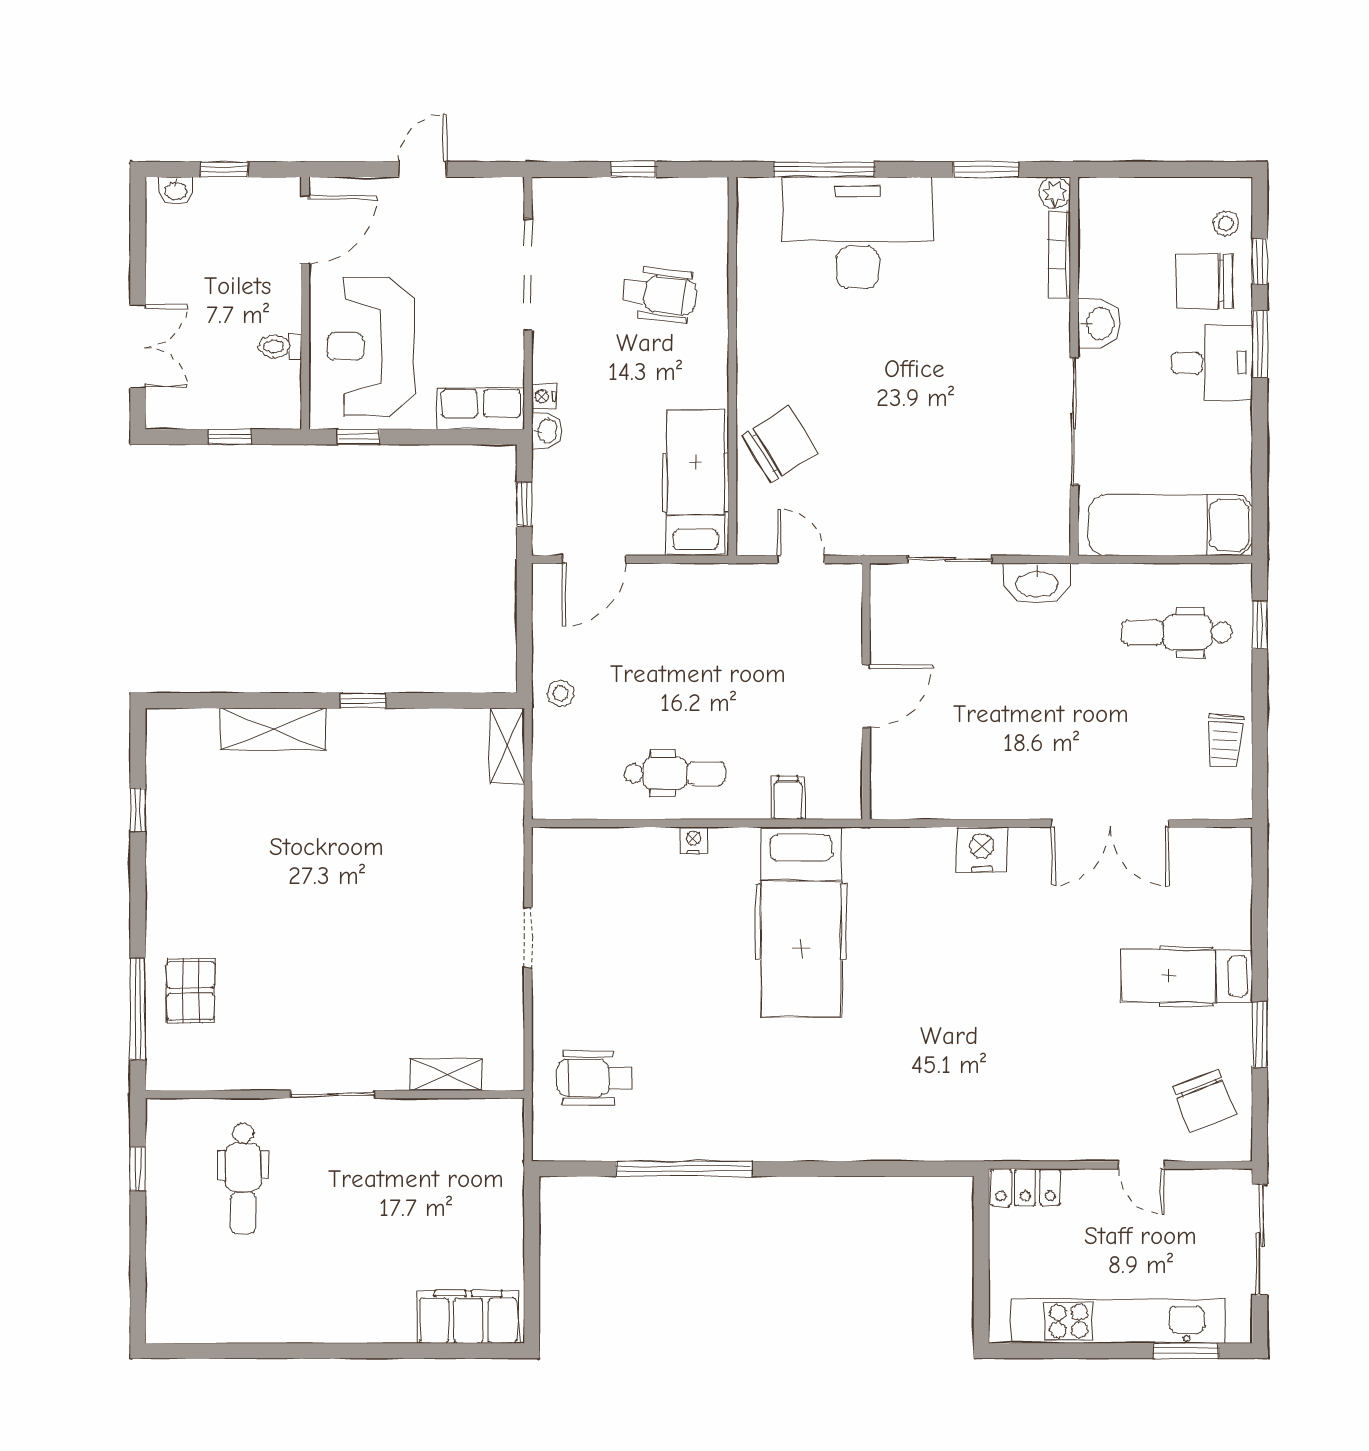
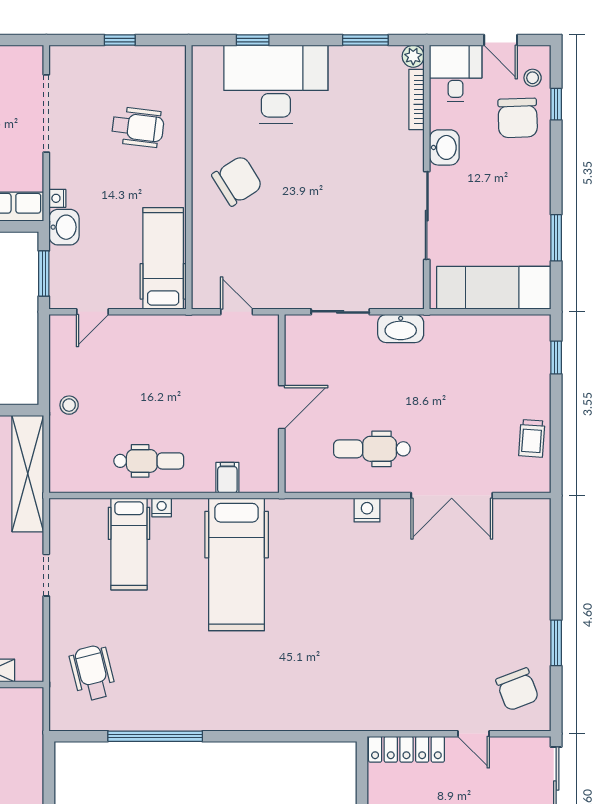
window: (824, 169) -> (253, 40), width x0.46
door: (1180, 169) -> (501, 40), added
chair: (1205, 281) -> (518, 118), turned -92
window: (1260, 344) -> (556, 238), moved
desk: (1212, 363) -> (456, 74), moved, turned -90
washbasin: (547, 431) -> (64, 227), width x1.38, depth x1.45
chair: (780, 445) -> (237, 181), moved
window: (524, 504) -> (44, 273), width x1.50
door: (594, 559) -> (92, 312), width x0.73
dental chair: (1176, 632) -> (372, 449), moved
shelving: (507, 746) -> (28, 474), width x2.20, depth x1.33
nightstand: (982, 850) -> (367, 510), width x0.74, depth x0.75
hospital bed: (1187, 976) -> (129, 544), moved, turned -90
wheelchair: (594, 1078) -> (93, 673), turned 76
locker: (1026, 1187) -> (406, 749), width x1.53

